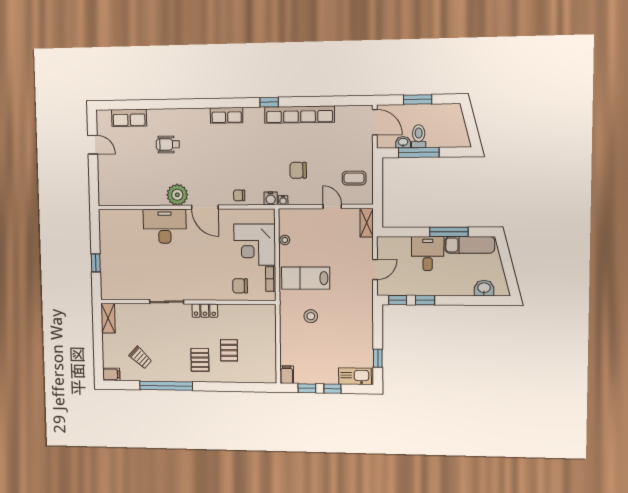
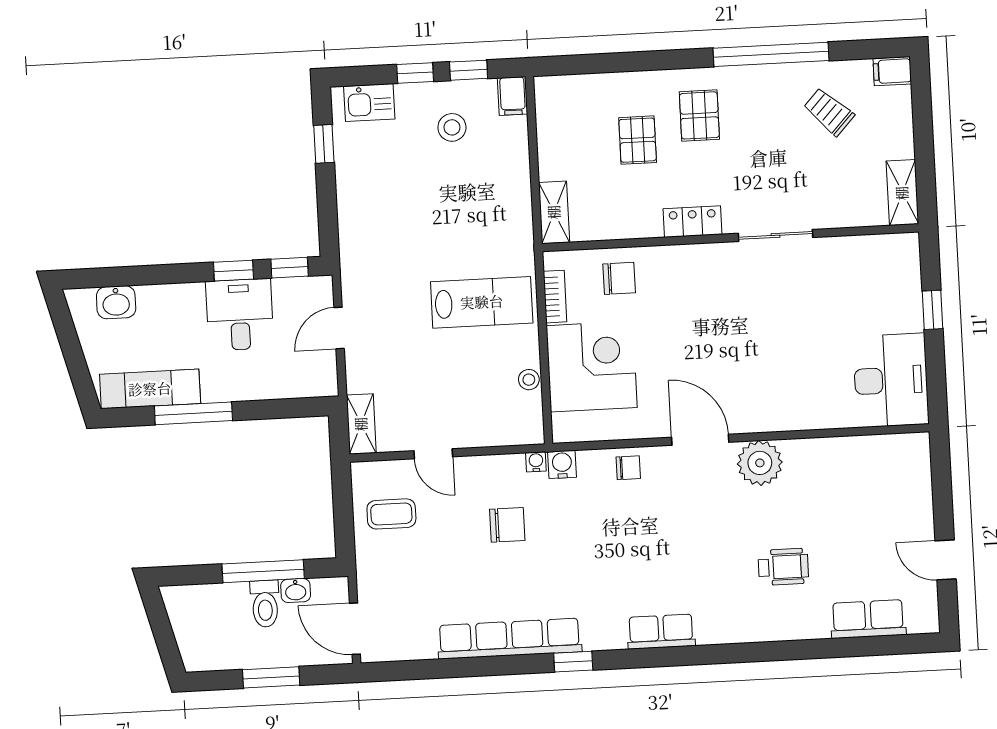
desk: (165, 226) -> (891, 380), moved, turned -90
desk: (428, 254) -> (240, 315), moved, turned 180
stool: (311, 316) -> (452, 127), moved
shelving: (269, 319) -> (554, 212), added
kitchen sink: (355, 376) -> (369, 103), width x0.73

